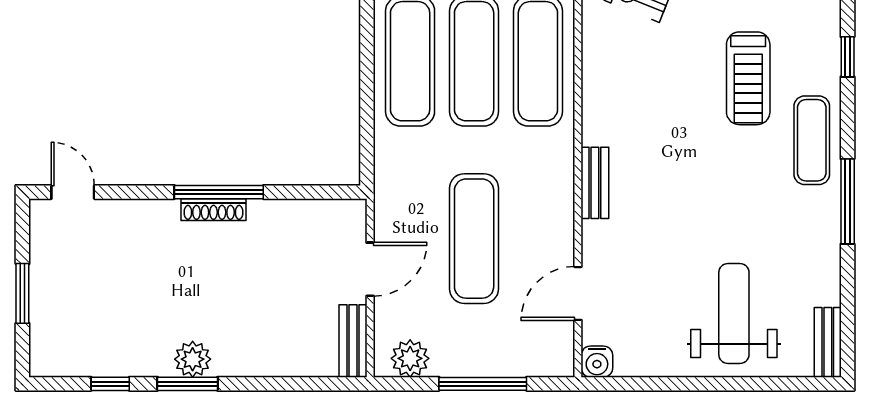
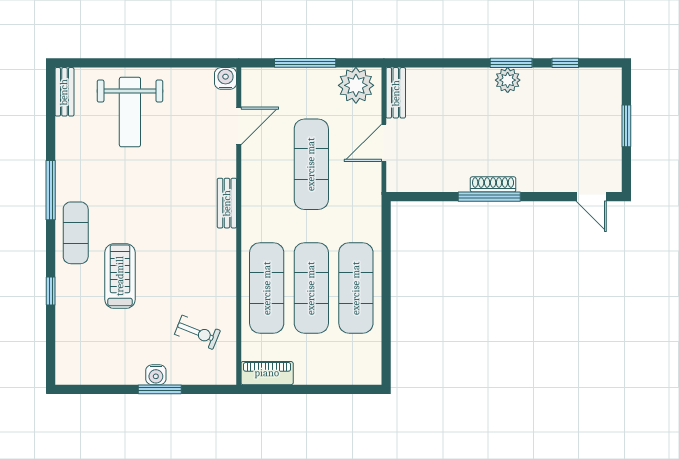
plant: (410, 358) -> (356, 85), width x1.36, depth x1.36

